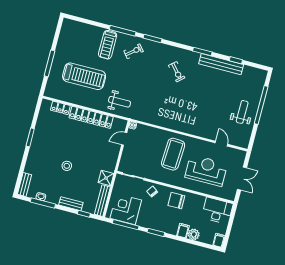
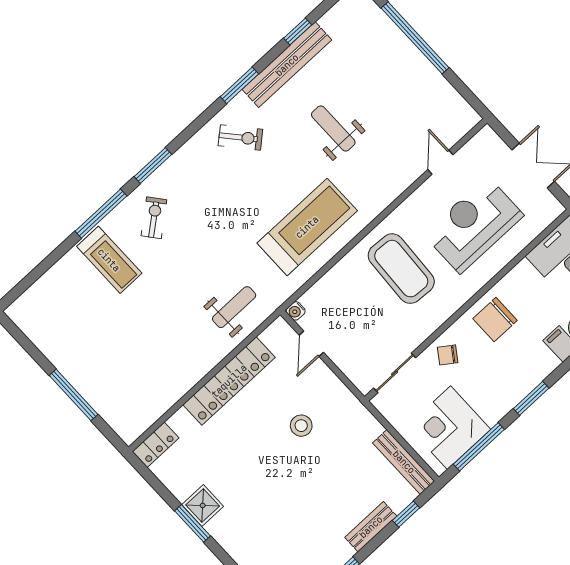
exercise bike: (177, 72) -> (240, 137), moved
treadmill: (84, 76) -> (307, 227), moved
locker: (60, 108) -> (156, 445), moved
weight bench: (242, 112) -> (333, 129), moved
door: (221, 144) -> (440, 162), hinge flipped
stool: (67, 166) -> (301, 426), moved
shower: (106, 178) -> (203, 505), moved

